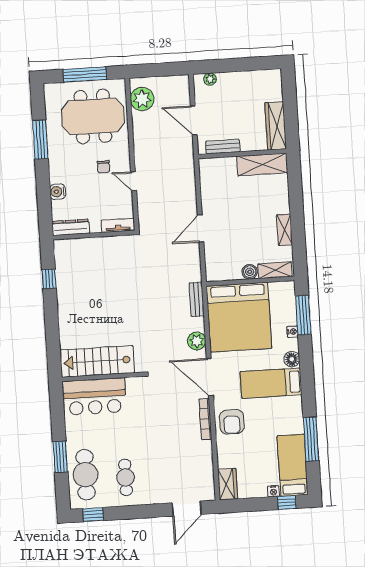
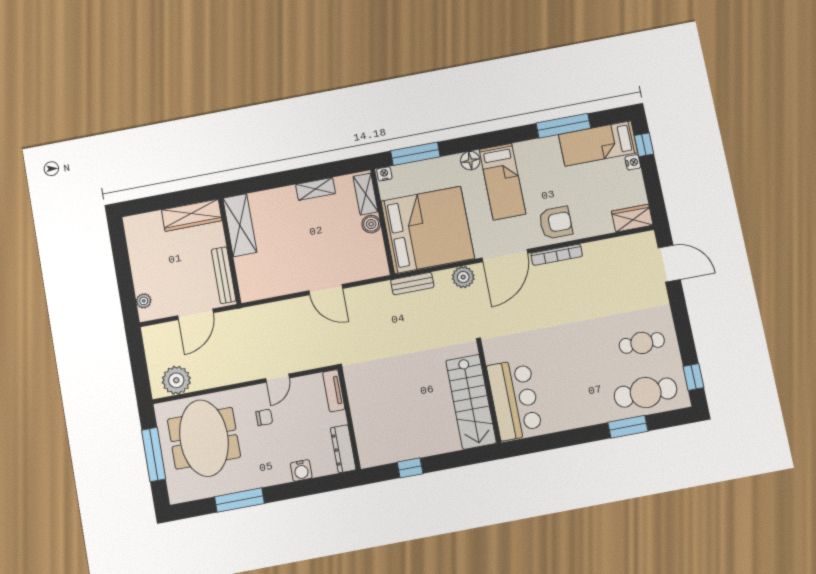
bench: (223, 147) -> (224, 275), width x1.36
nightstand: (293, 332) -> (384, 174), moved
stairs: (97, 361) -> (471, 402), moved
wall: (103, 377) -> (489, 392), moved
bar counter: (95, 396) -> (515, 400), moved

